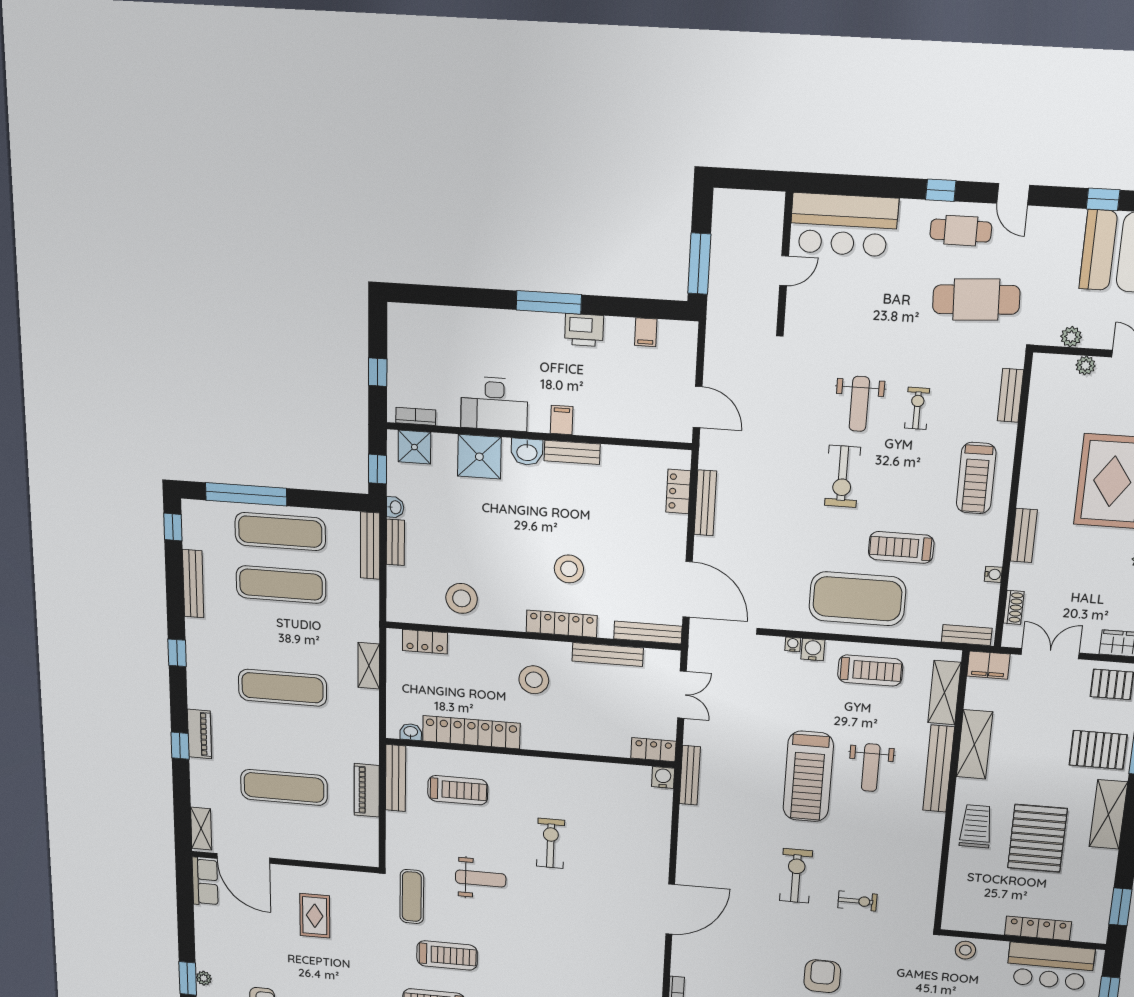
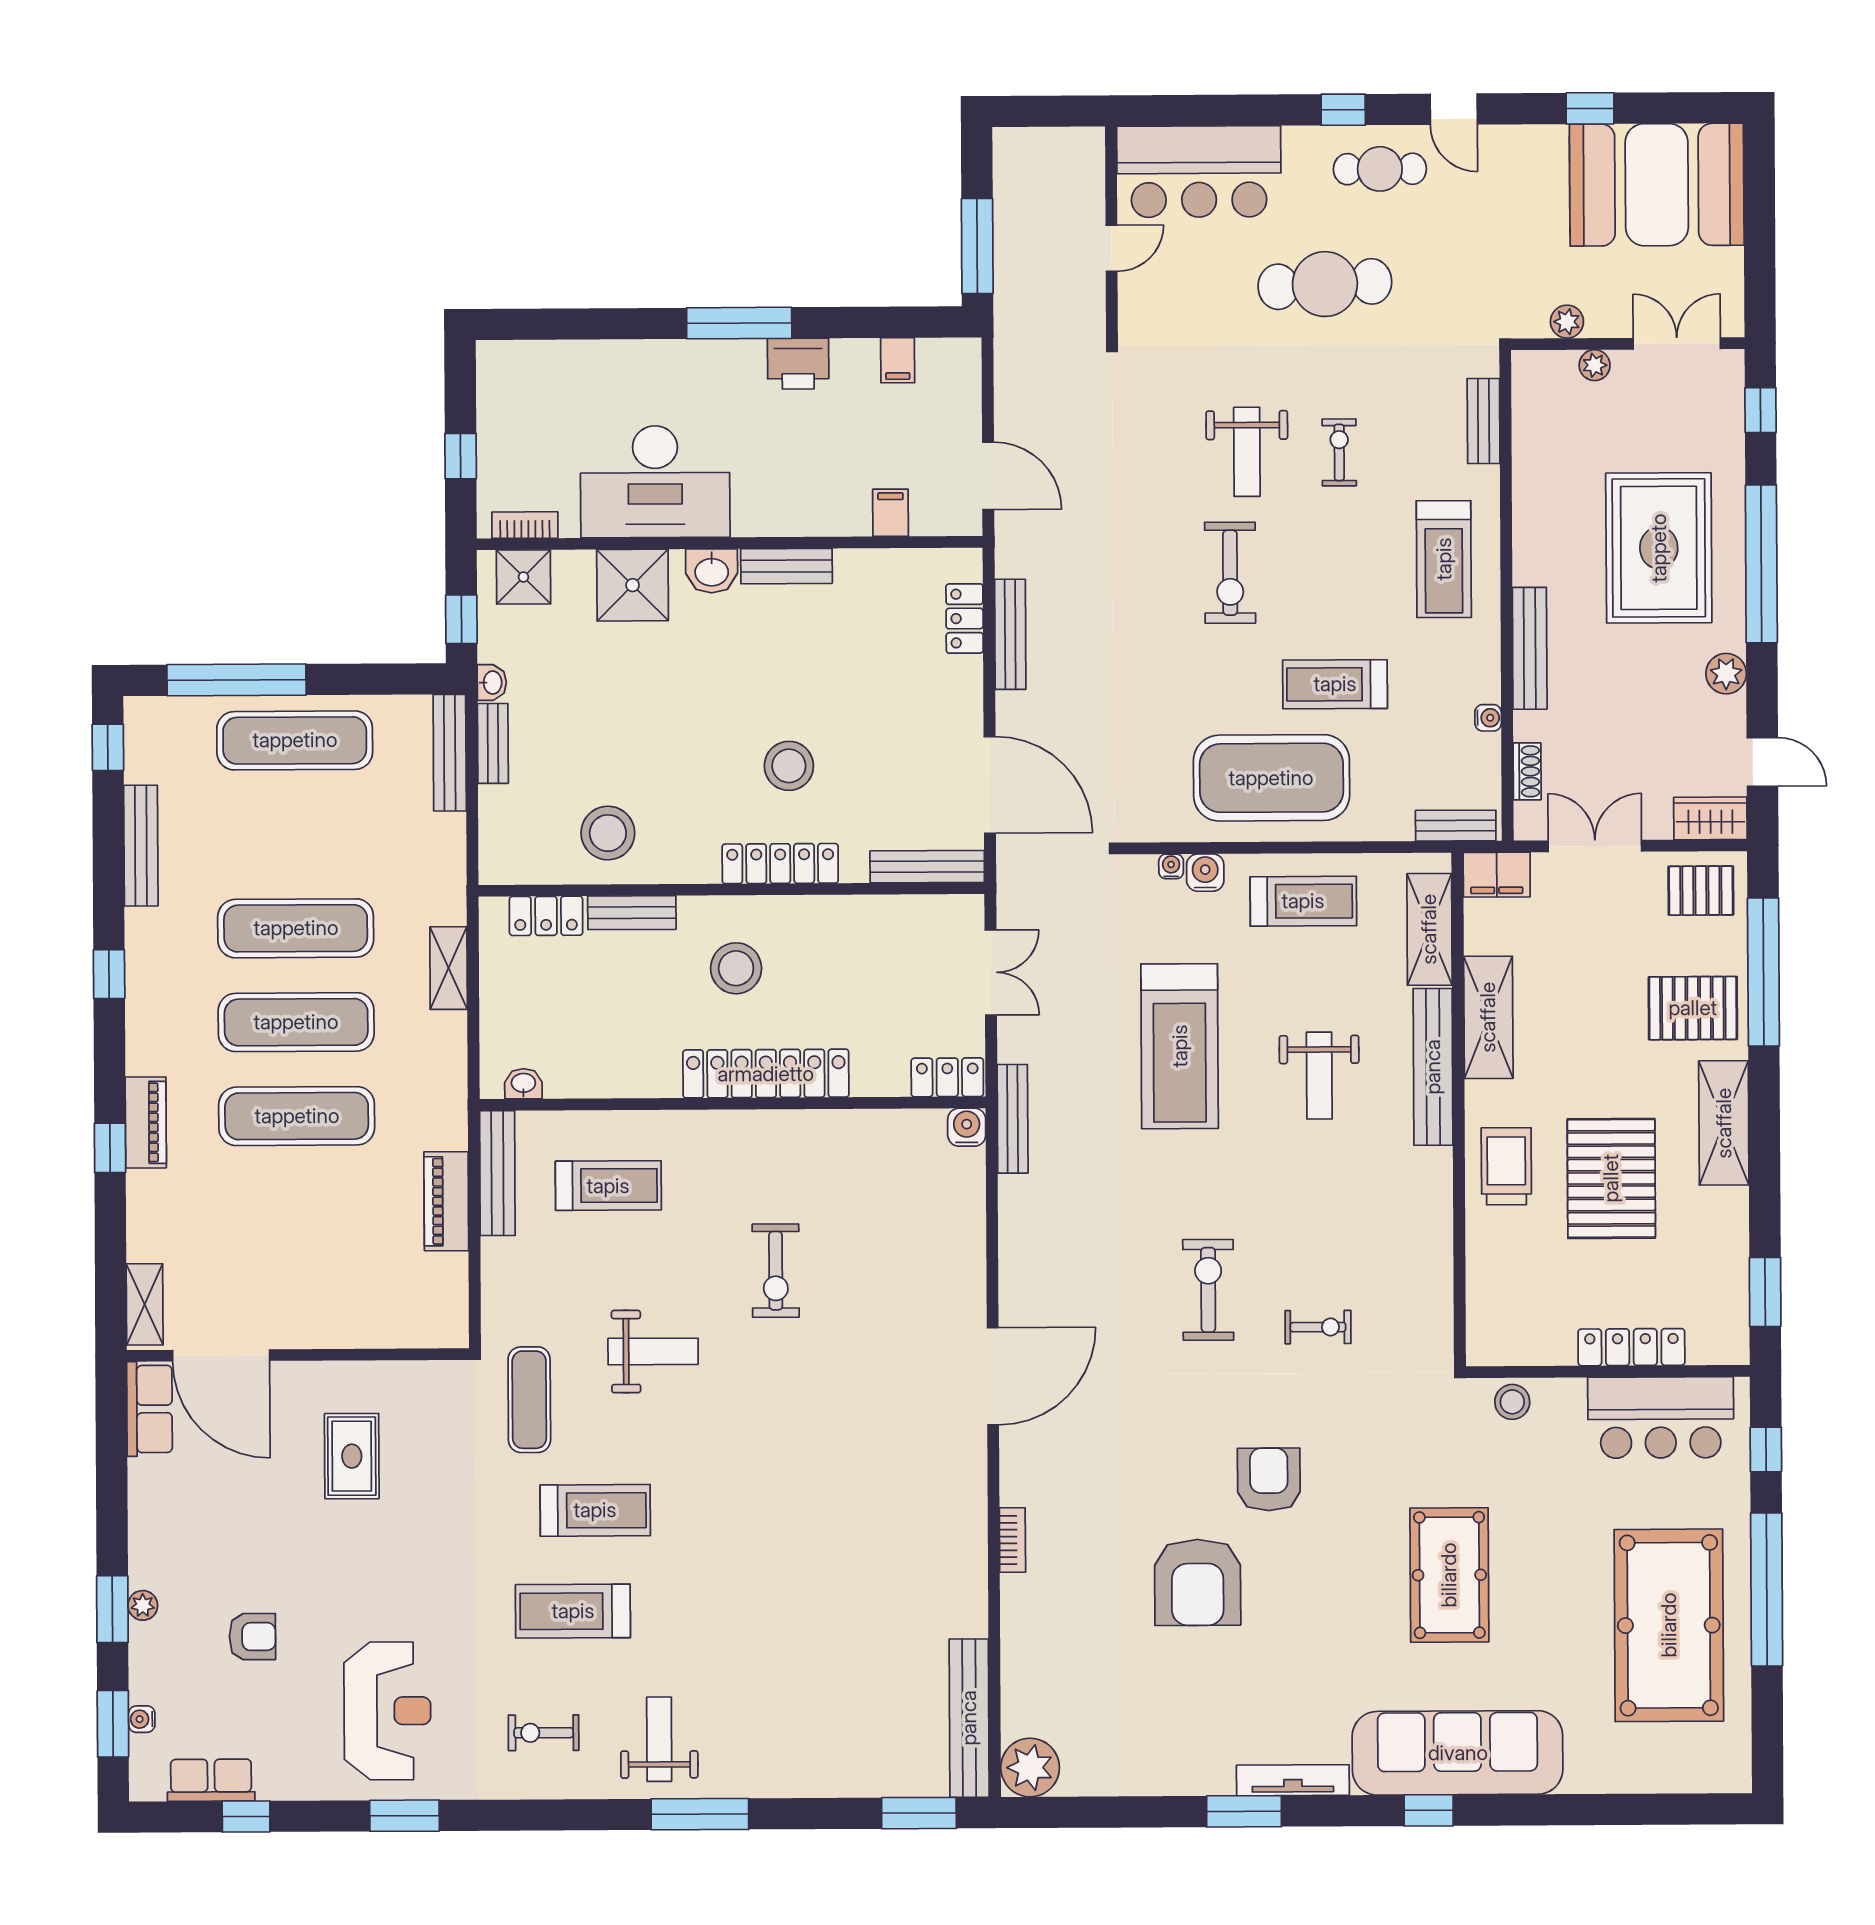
cafe table: (976, 300) -> (1325, 284), moved
desk: (494, 404) -> (655, 482), width x1.36, depth x1.30
filing cabinet: (562, 420) -> (891, 513), moved
bench: (1024, 535) -> (1530, 648), width x1.36
exercise mat: (281, 585) -> (296, 928), moved
bench: (608, 654) -> (632, 913), moved, width x0.73
locker: (471, 732) -> (766, 1074), moved
treadmill: (808, 776) -> (1180, 1046), moved
exercise mat: (284, 787) -> (297, 1116), moved
exercise bike: (551, 843) -> (776, 1271), turned 180

